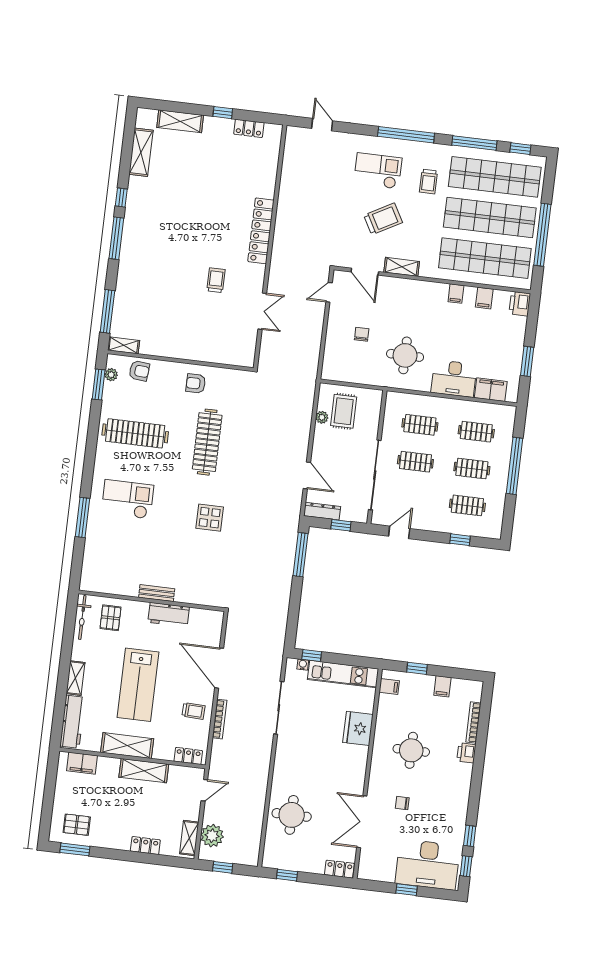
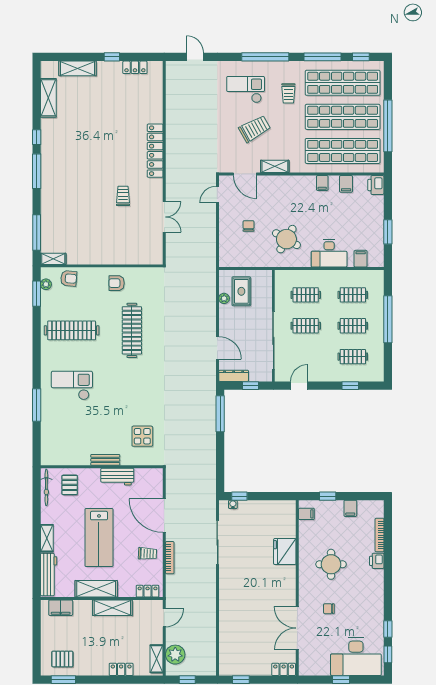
round table: (405, 355) -> (286, 239), turned 30
filing cabinet: (491, 390) -> (361, 259), width x0.50
display table: (210, 518) -> (142, 436), moved
kitchen unit: (343, 674) -> (267, 508), removed
round table: (292, 815) -> (239, 630), removed

